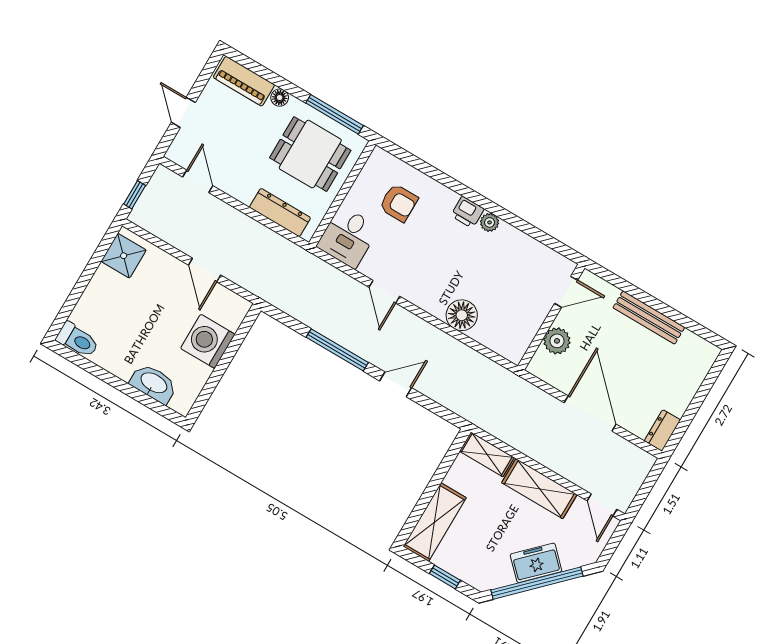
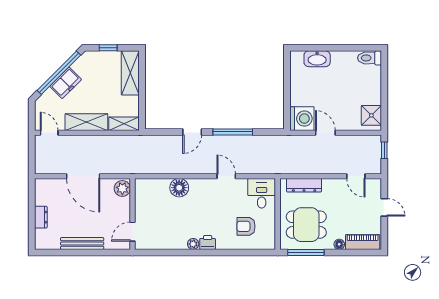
washing machine: (208, 341) -> (302, 119), moved
plant: (557, 341) -> (122, 188), moved
dresser: (662, 430) -> (41, 217), moved

